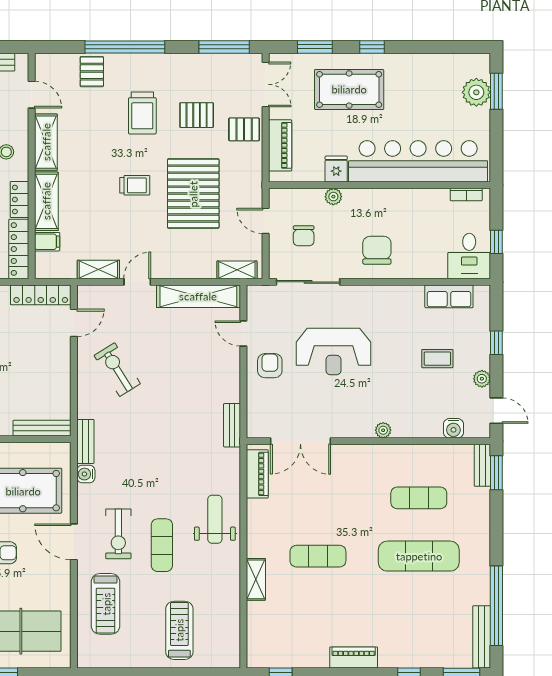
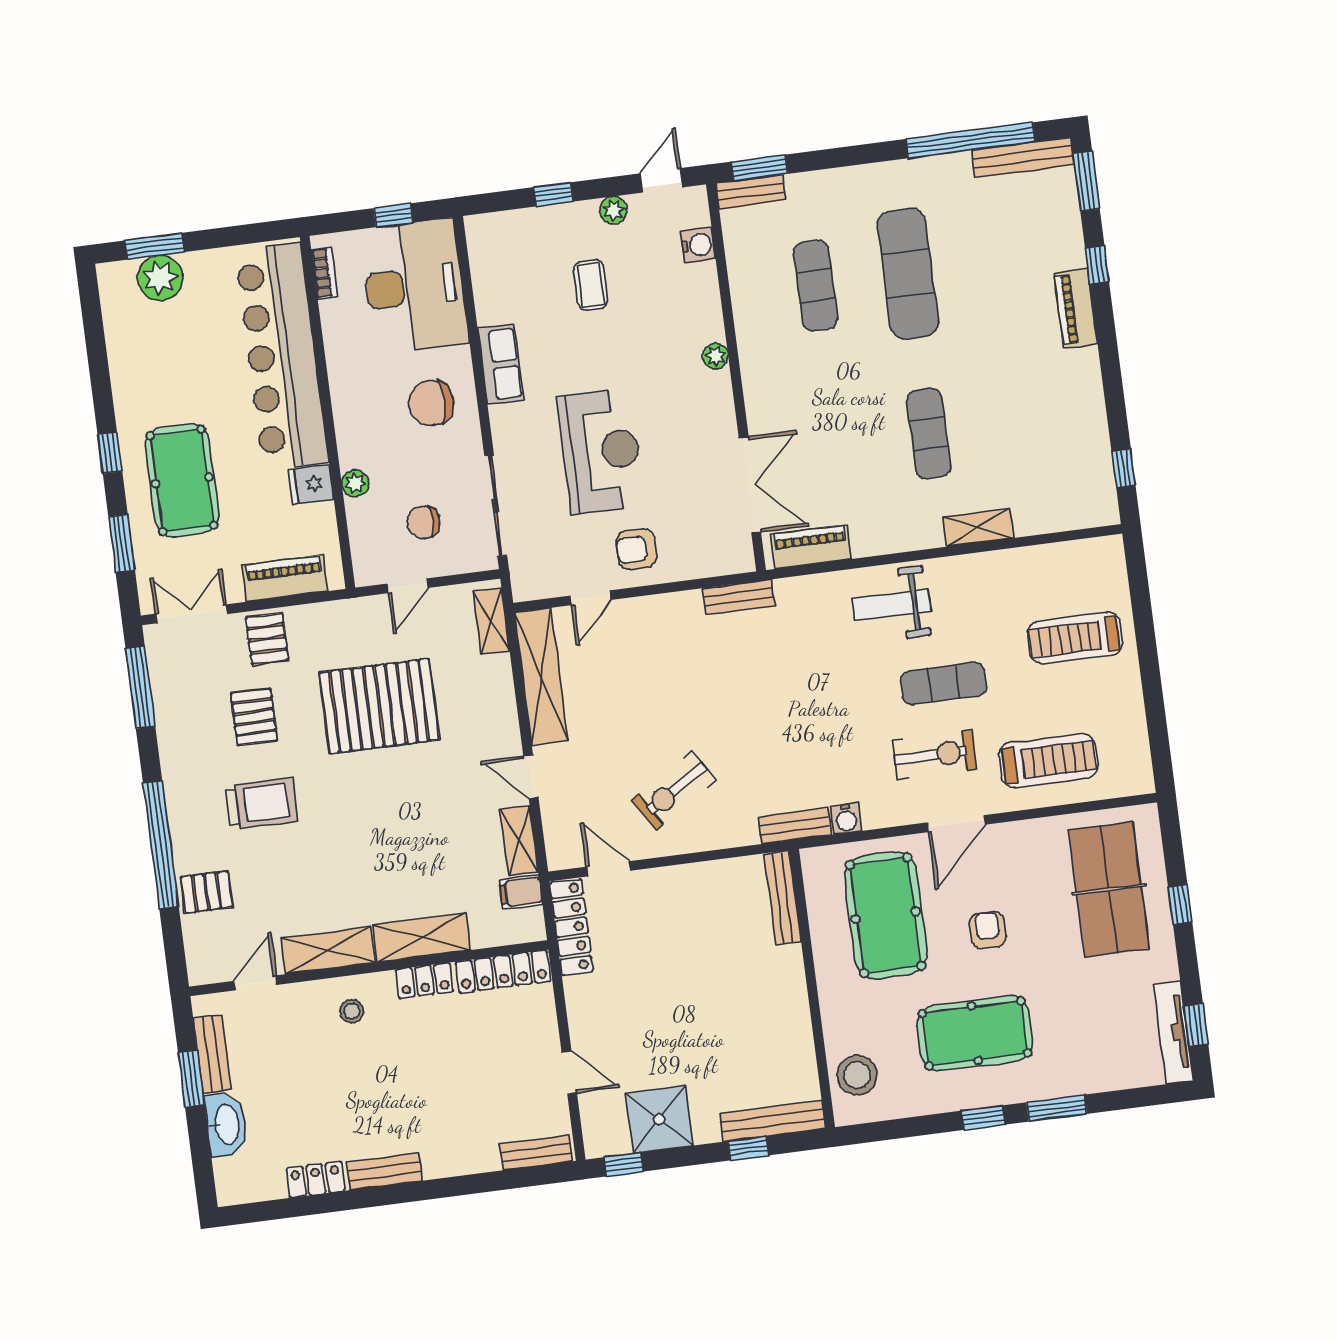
trolley: (135, 185) -> (378, 801), removed
chair: (304, 236) -> (424, 522), turned 180
filing cabinet: (47, 242) -> (521, 892), moved, turned -90
desk: (469, 256) -> (414, 286), width x1.87, depth x1.30
row of seats: (449, 296) -> (501, 364), moved
piano: (354, 657) -> (1076, 308), moved

